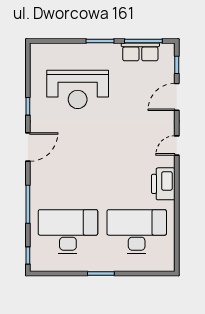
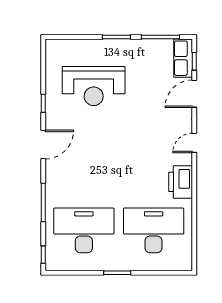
row of seats: (140, 52) -> (183, 58), moved, turned 90

